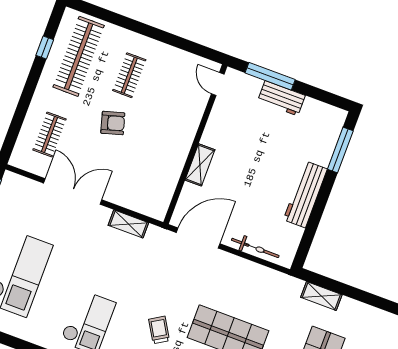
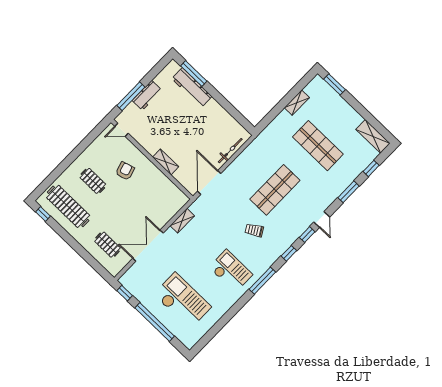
window: (45, 48) -> (43, 214), moved
armchair: (113, 123) -> (125, 171), moved
workbench: (305, 194) -> (192, 88), moved
shelving: (321, 296) -> (297, 103), moved

